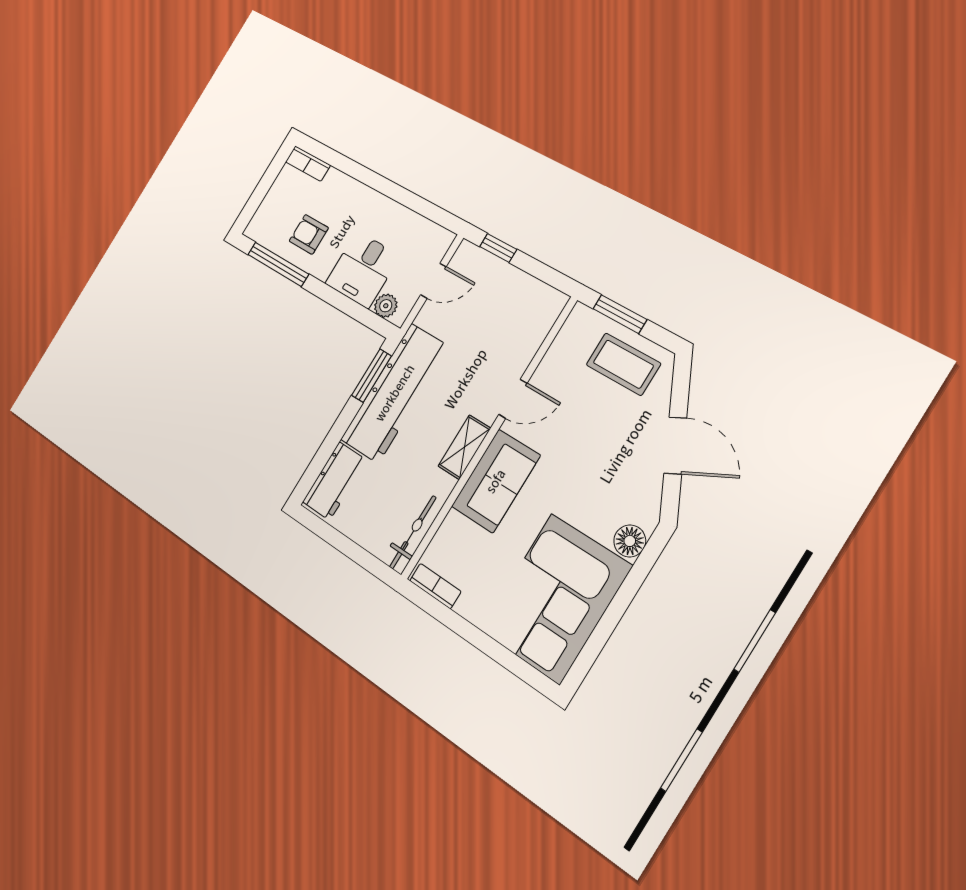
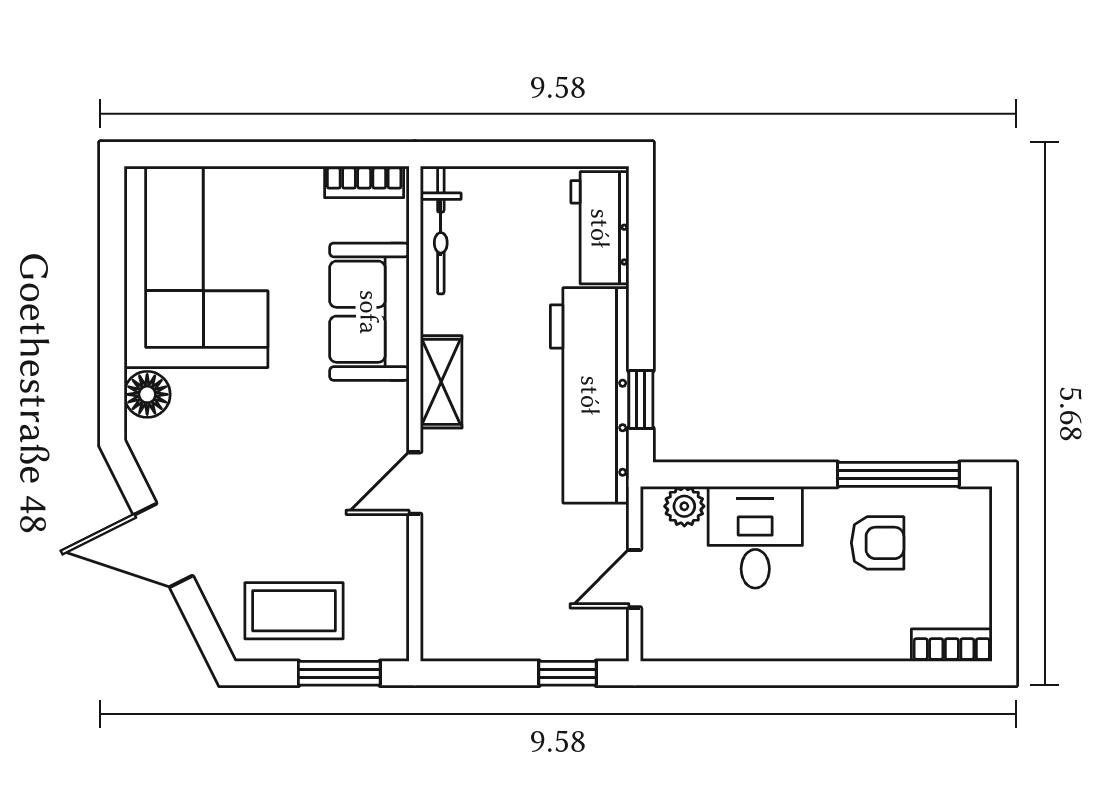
window: (372, 376) -> (641, 399), width x0.67
sofa: (496, 481) -> (369, 312), moved

